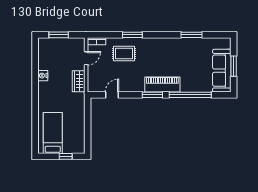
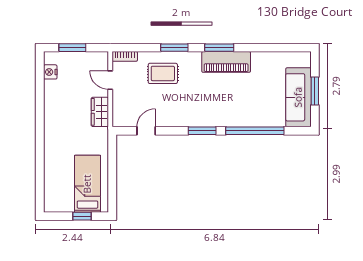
window: (191, 35) -> (219, 48), moved
door: (86, 58) -> (110, 80), swing flipped
nightstand: (43, 76) -> (50, 72), moved
piano: (162, 84) -> (226, 62), moved, turned 180
bed: (53, 133) -> (87, 184), moved

